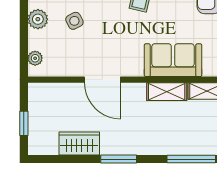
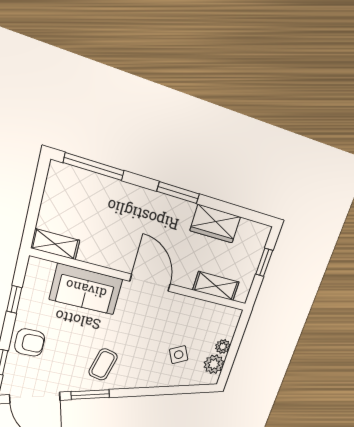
plant: (35, 58) -> (223, 347), moved
door: (102, 80) -> (150, 283), moved
shelving: (167, 92) -> (216, 286), moved

